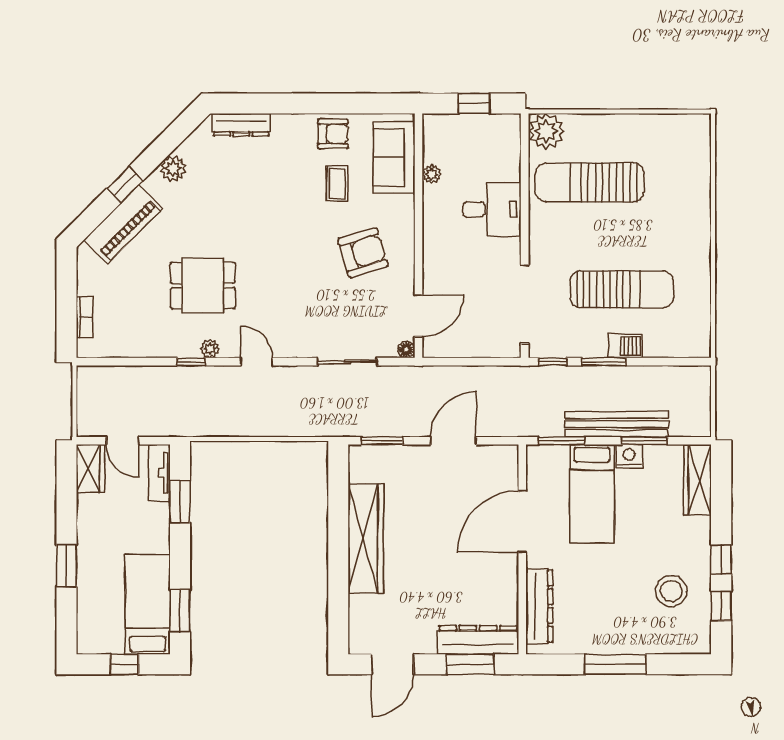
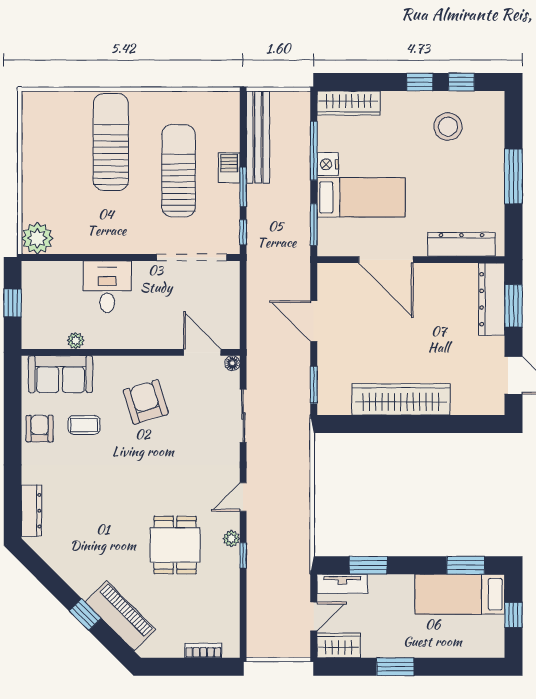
plant: (173, 168) -> (71, 572), removed
sun lounger: (590, 182) -> (111, 142), moved, turned 180
bench: (617, 424) -> (258, 137), moved
window: (644, 441) -> (314, 151), width x1.44
window: (66, 566) -> (395, 667), moved

